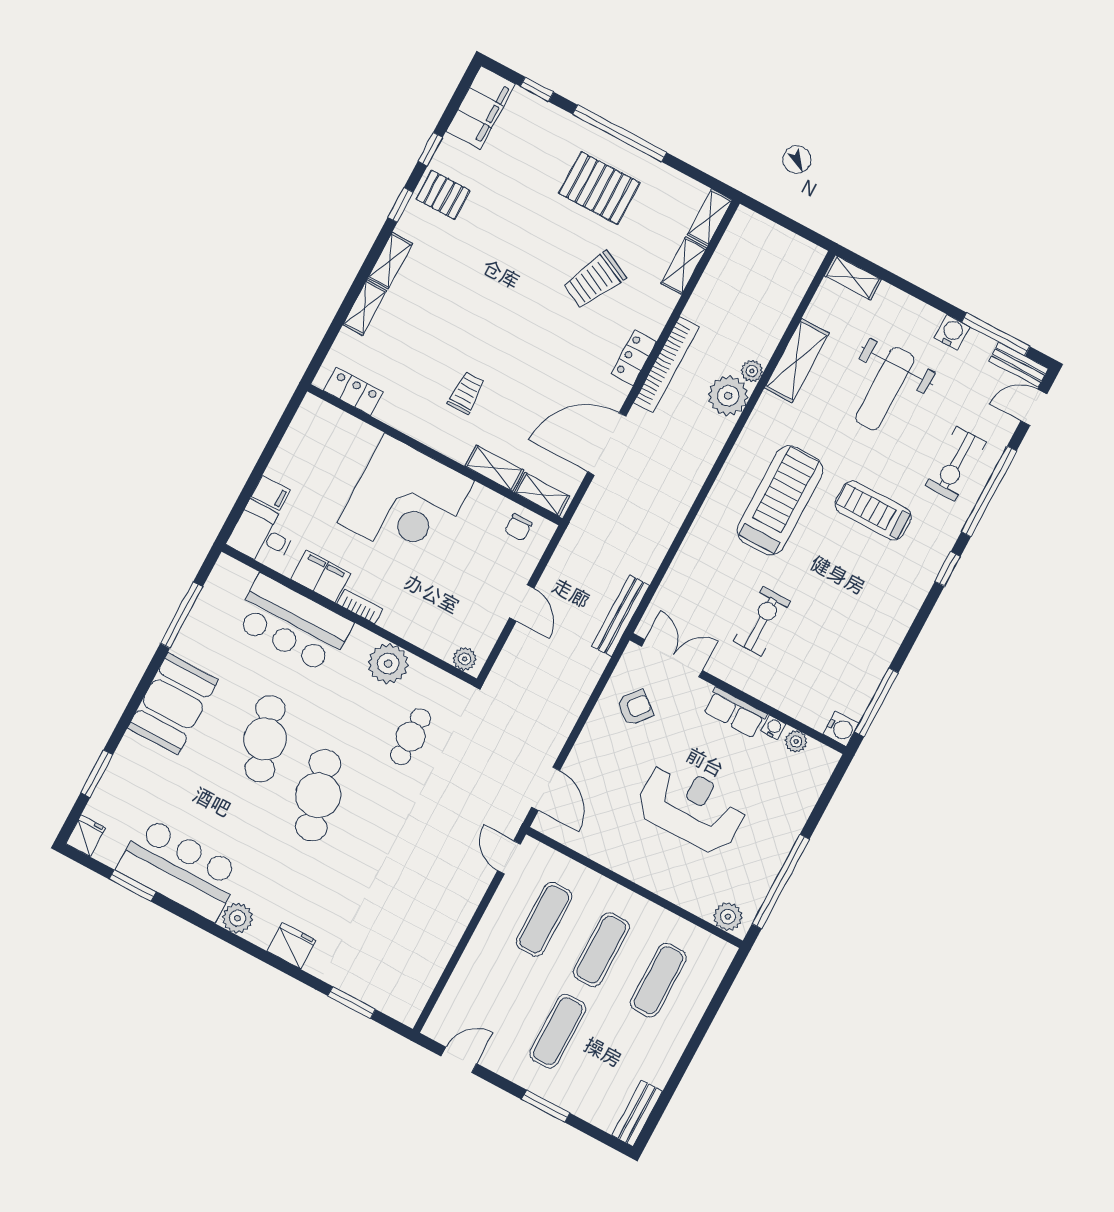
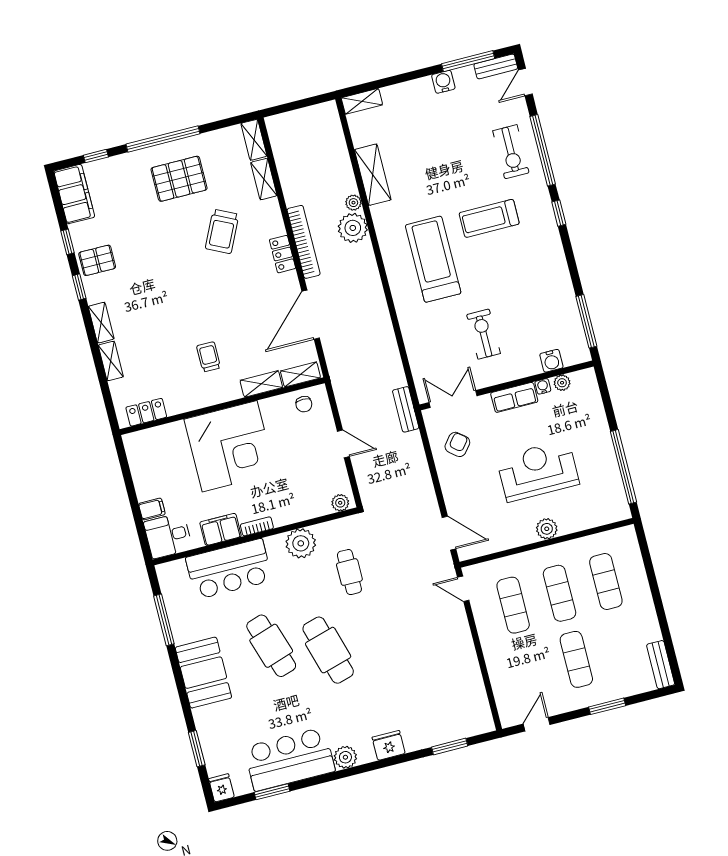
weight bench: (885, 389) -> (435, 146), removed
bench: (621, 616) -> (406, 409), width x0.73
water cooler: (841, 729) -> (551, 361), moved, turned 90
plant: (728, 917) -> (547, 529), moved

